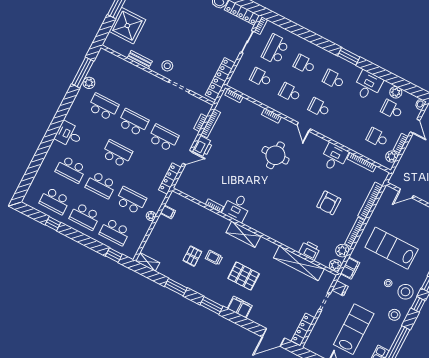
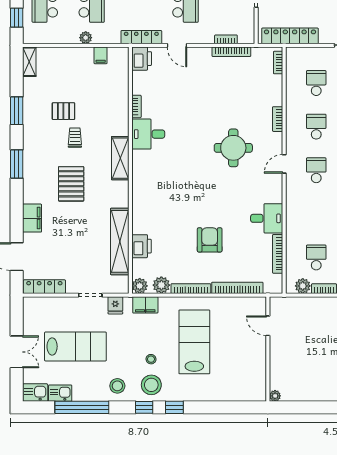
printer: (203, 147) -> (142, 59), moved, turned -90
armchair: (329, 203) -> (210, 240), turned 90
filing cabinet: (240, 307) -> (32, 218), moved

